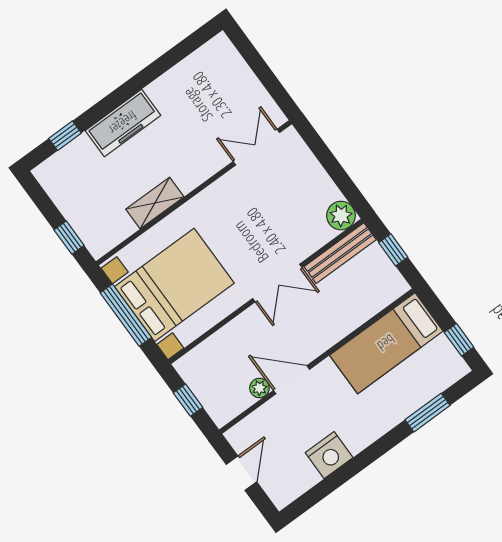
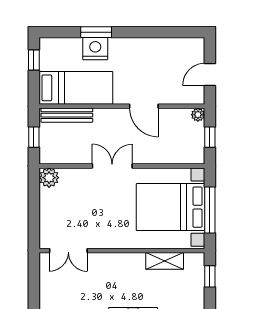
shelving: (155, 203) -> (165, 261), moved
bench: (340, 253) -> (67, 115), moved
plant: (259, 388) -> (198, 115), moved
window: (428, 413) -> (96, 32), moved
nightstand: (329, 455) -> (95, 49), moved

